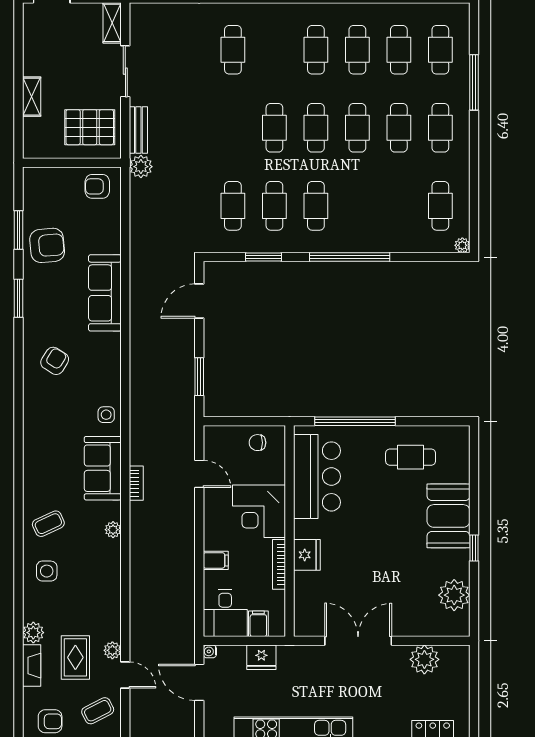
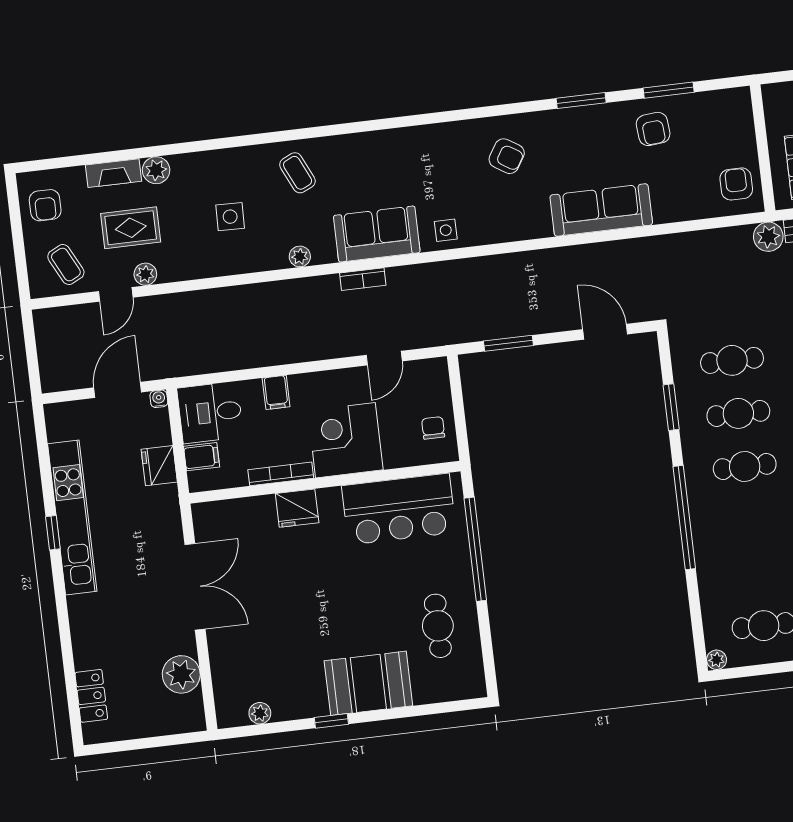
armchair: (47, 245) -> (653, 129), width x0.72, depth x0.72
side table: (47, 571) -> (230, 217), moved
plant: (454, 595) -> (260, 713), width x0.53, depth x0.53

